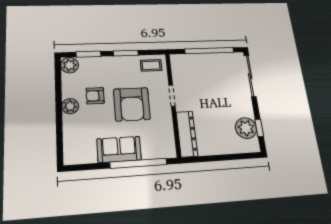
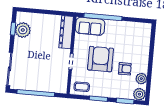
plant: (70, 106) -> (141, 79), moved
sofa: (119, 149) -> (90, 26), moved

